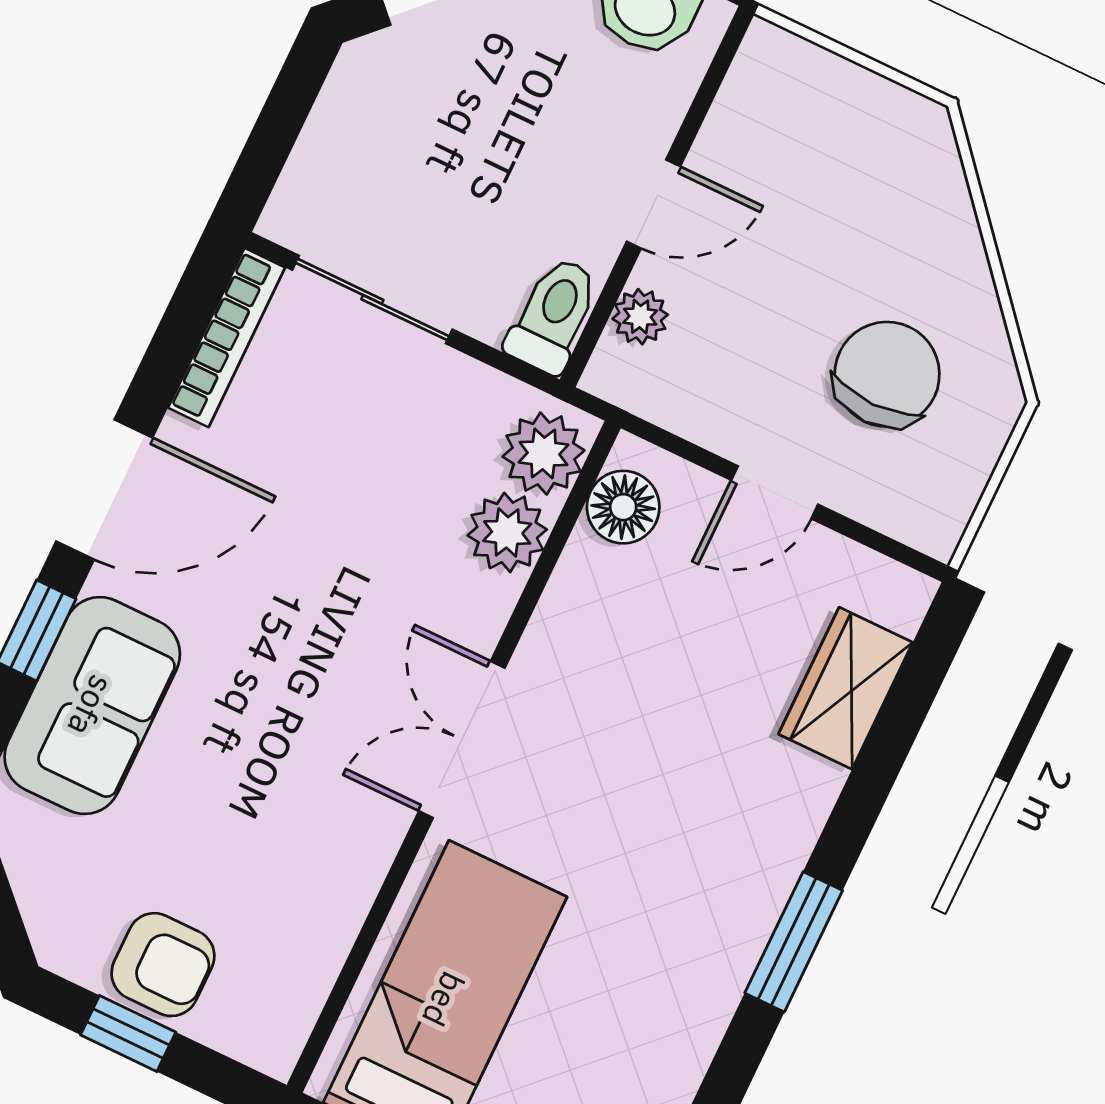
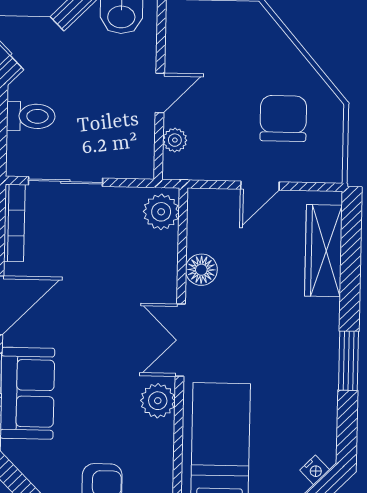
toilet: (553, 315) -> (31, 116), moved, turned 90
floor lamp: (623, 507) -> (201, 270), moved
plant: (507, 532) -> (158, 401), moved
wardrobe: (846, 688) -> (323, 251), width x1.50

